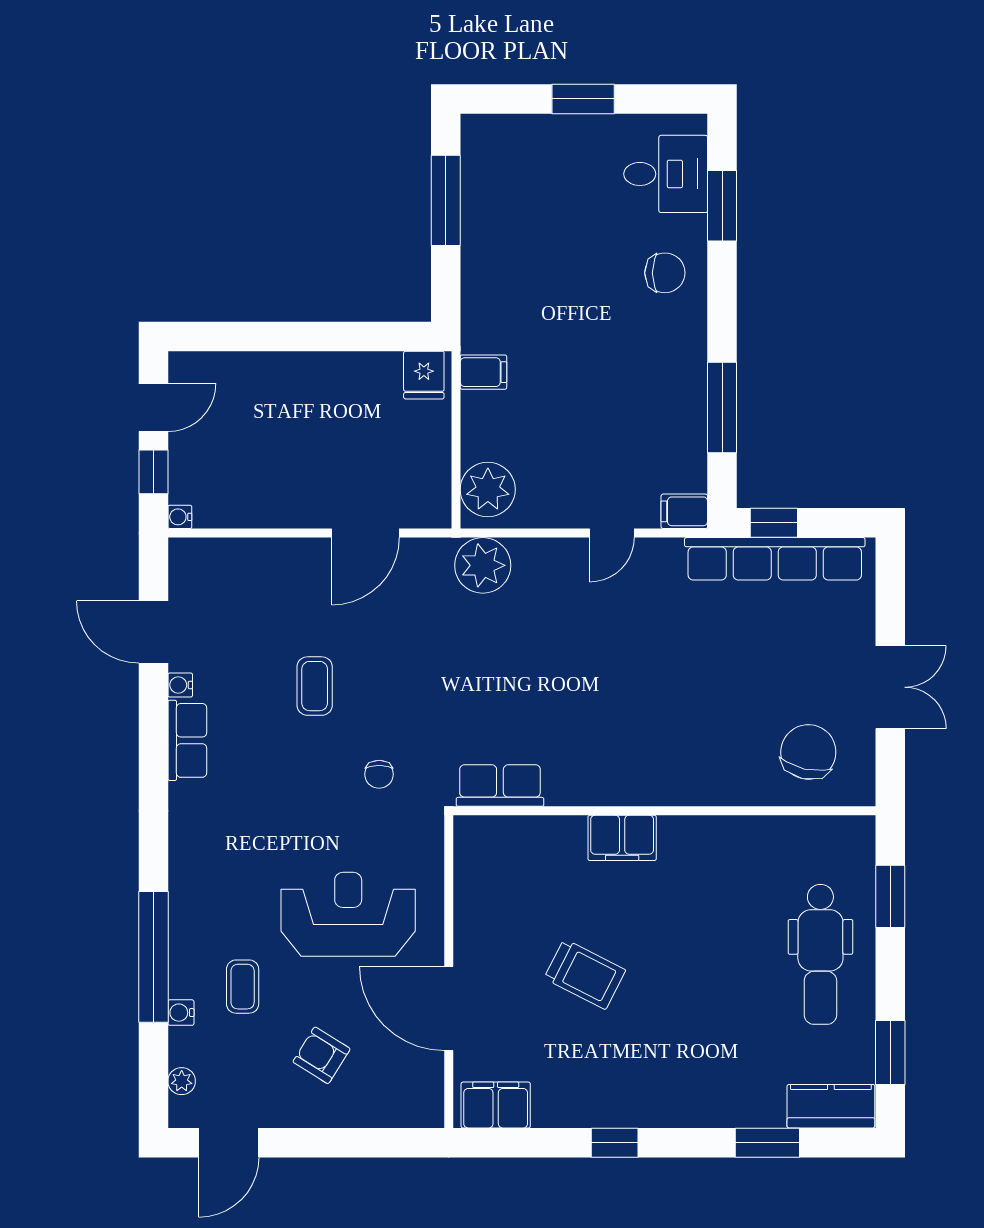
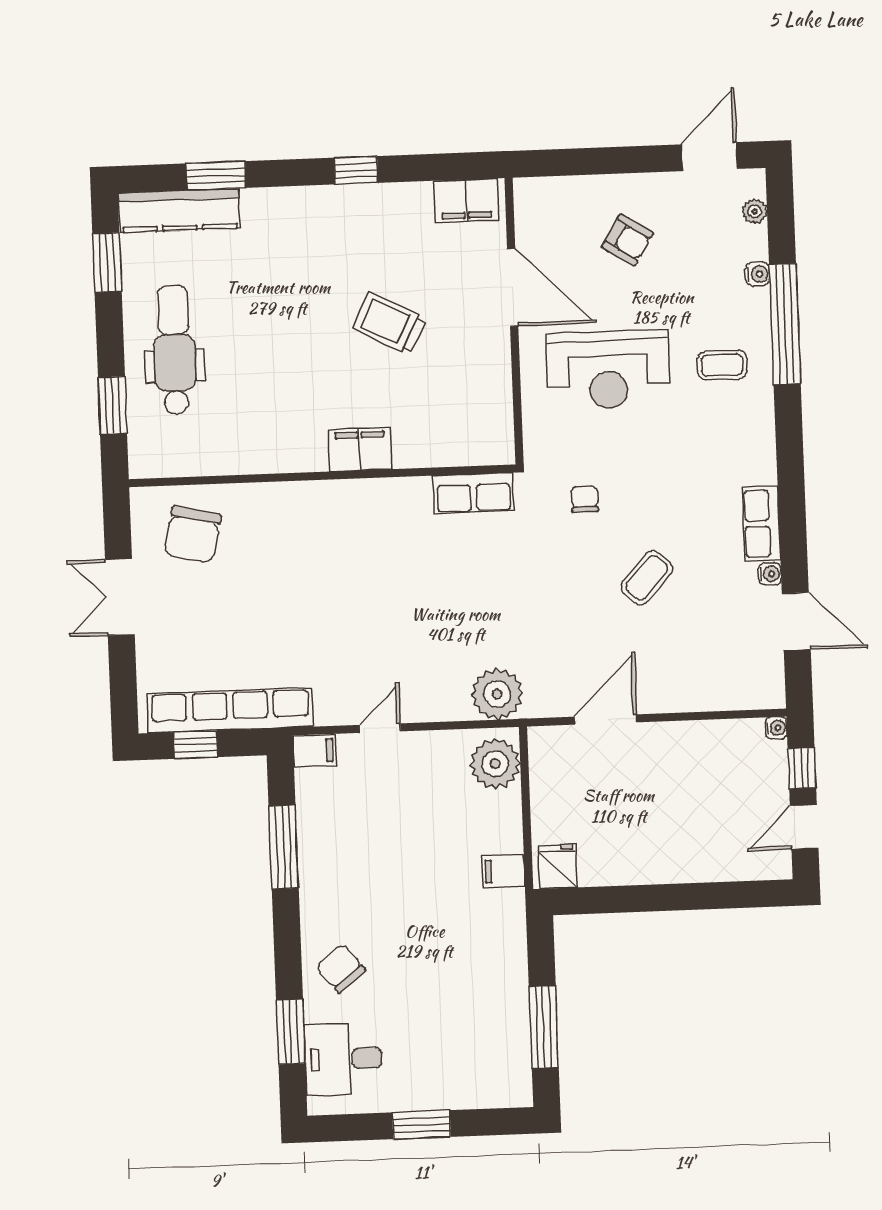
chair: (665, 273) -> (341, 968), turned 51
window: (774, 523) -> (196, 745), moved
coffee table: (315, 686) -> (647, 578), turned 42
coffee table: (243, 987) -> (722, 365), moved, turned 90
kitchen counter: (831, 1106) -> (179, 210), width x1.50

